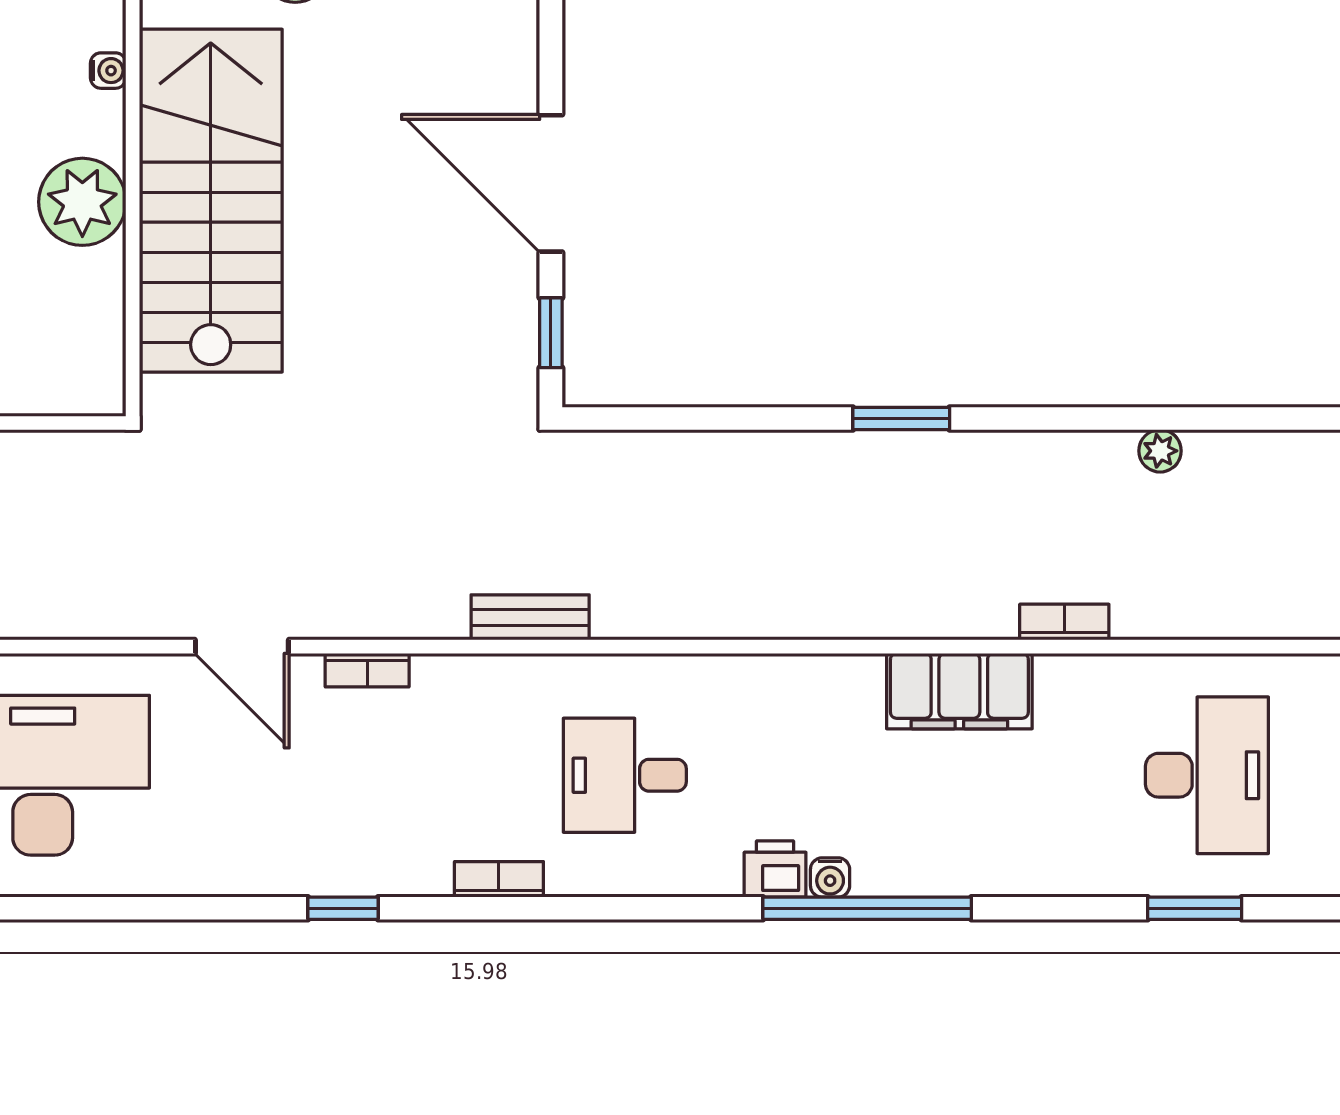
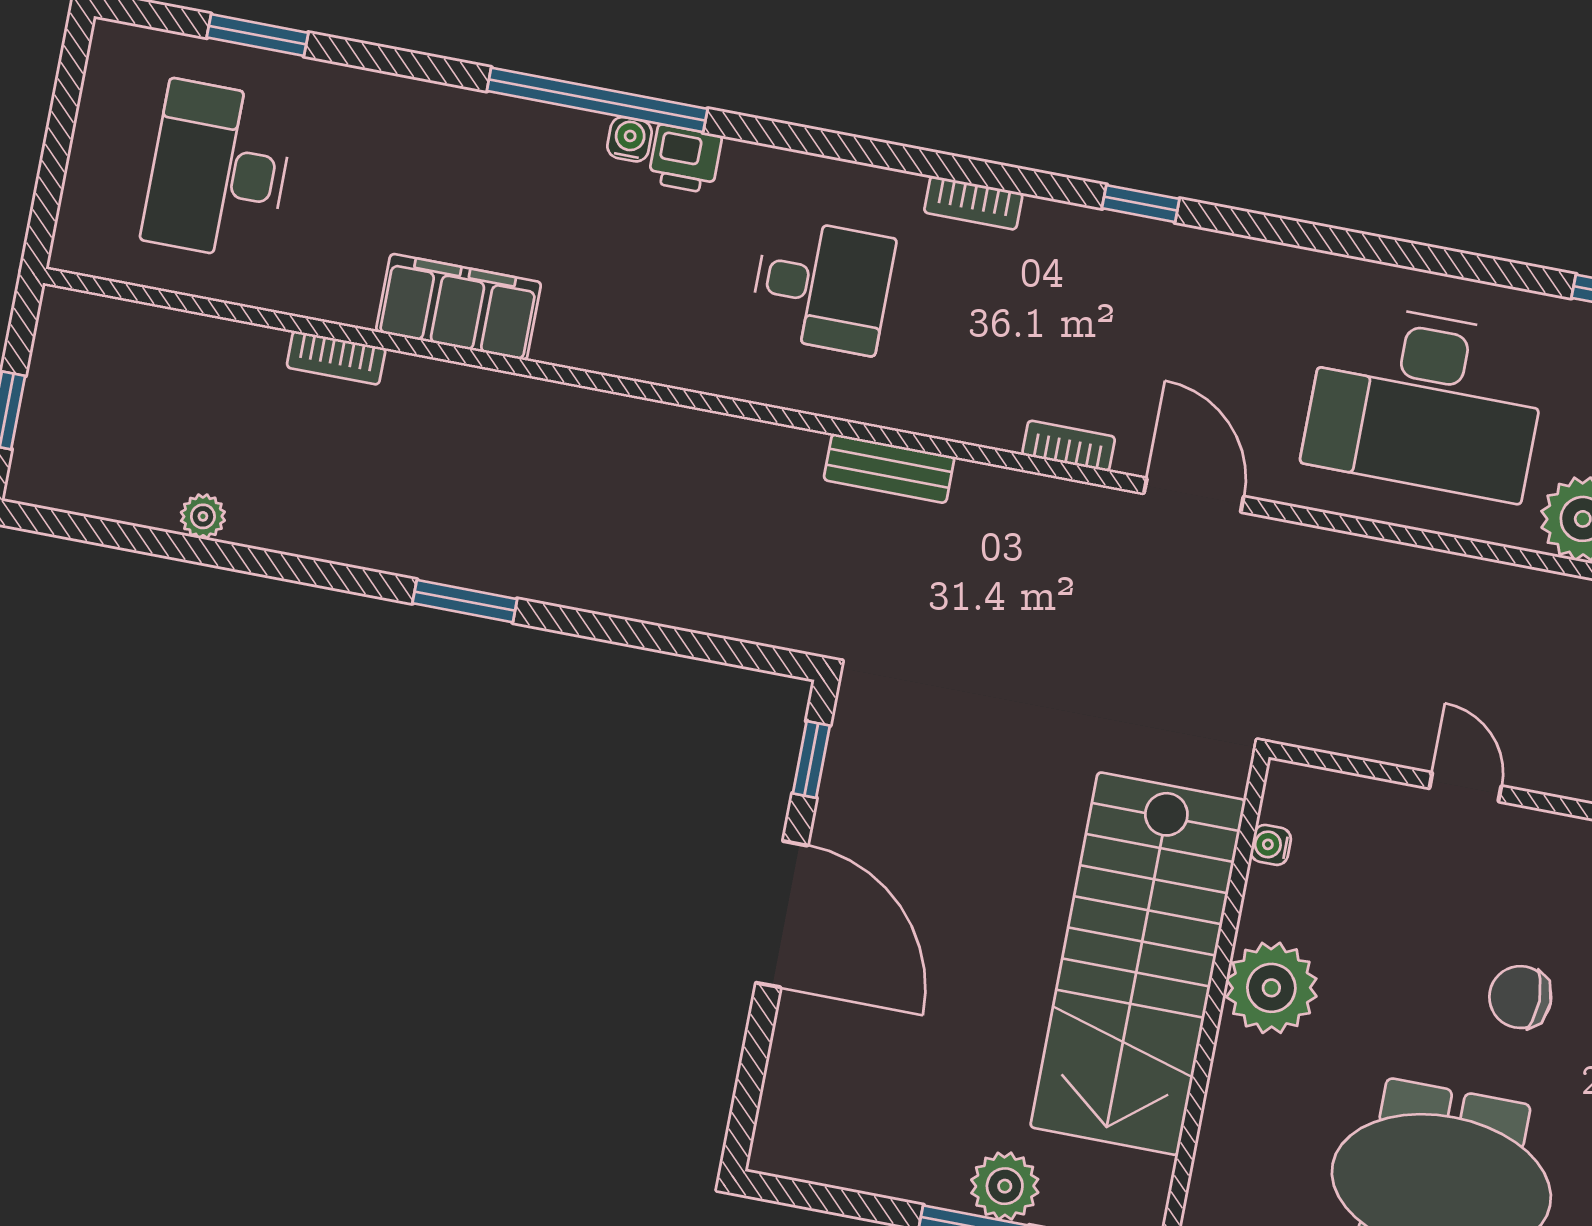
water cooler: (108, 71) -> (1271, 845), moved

